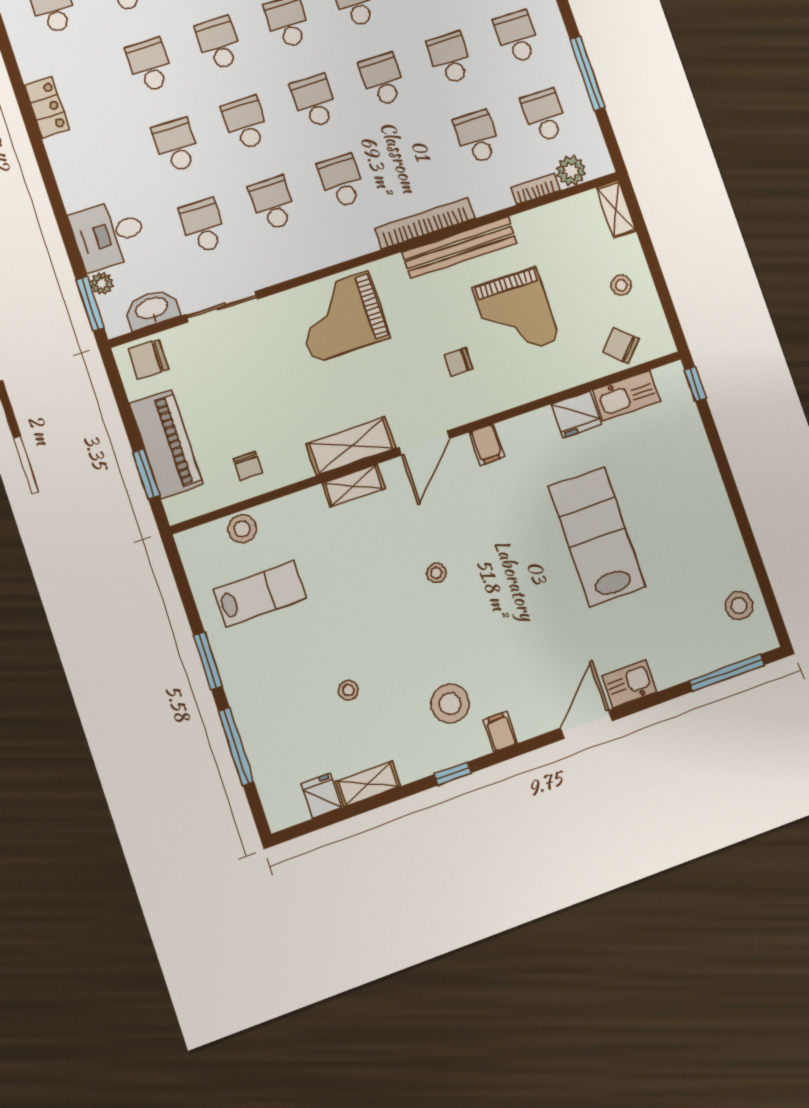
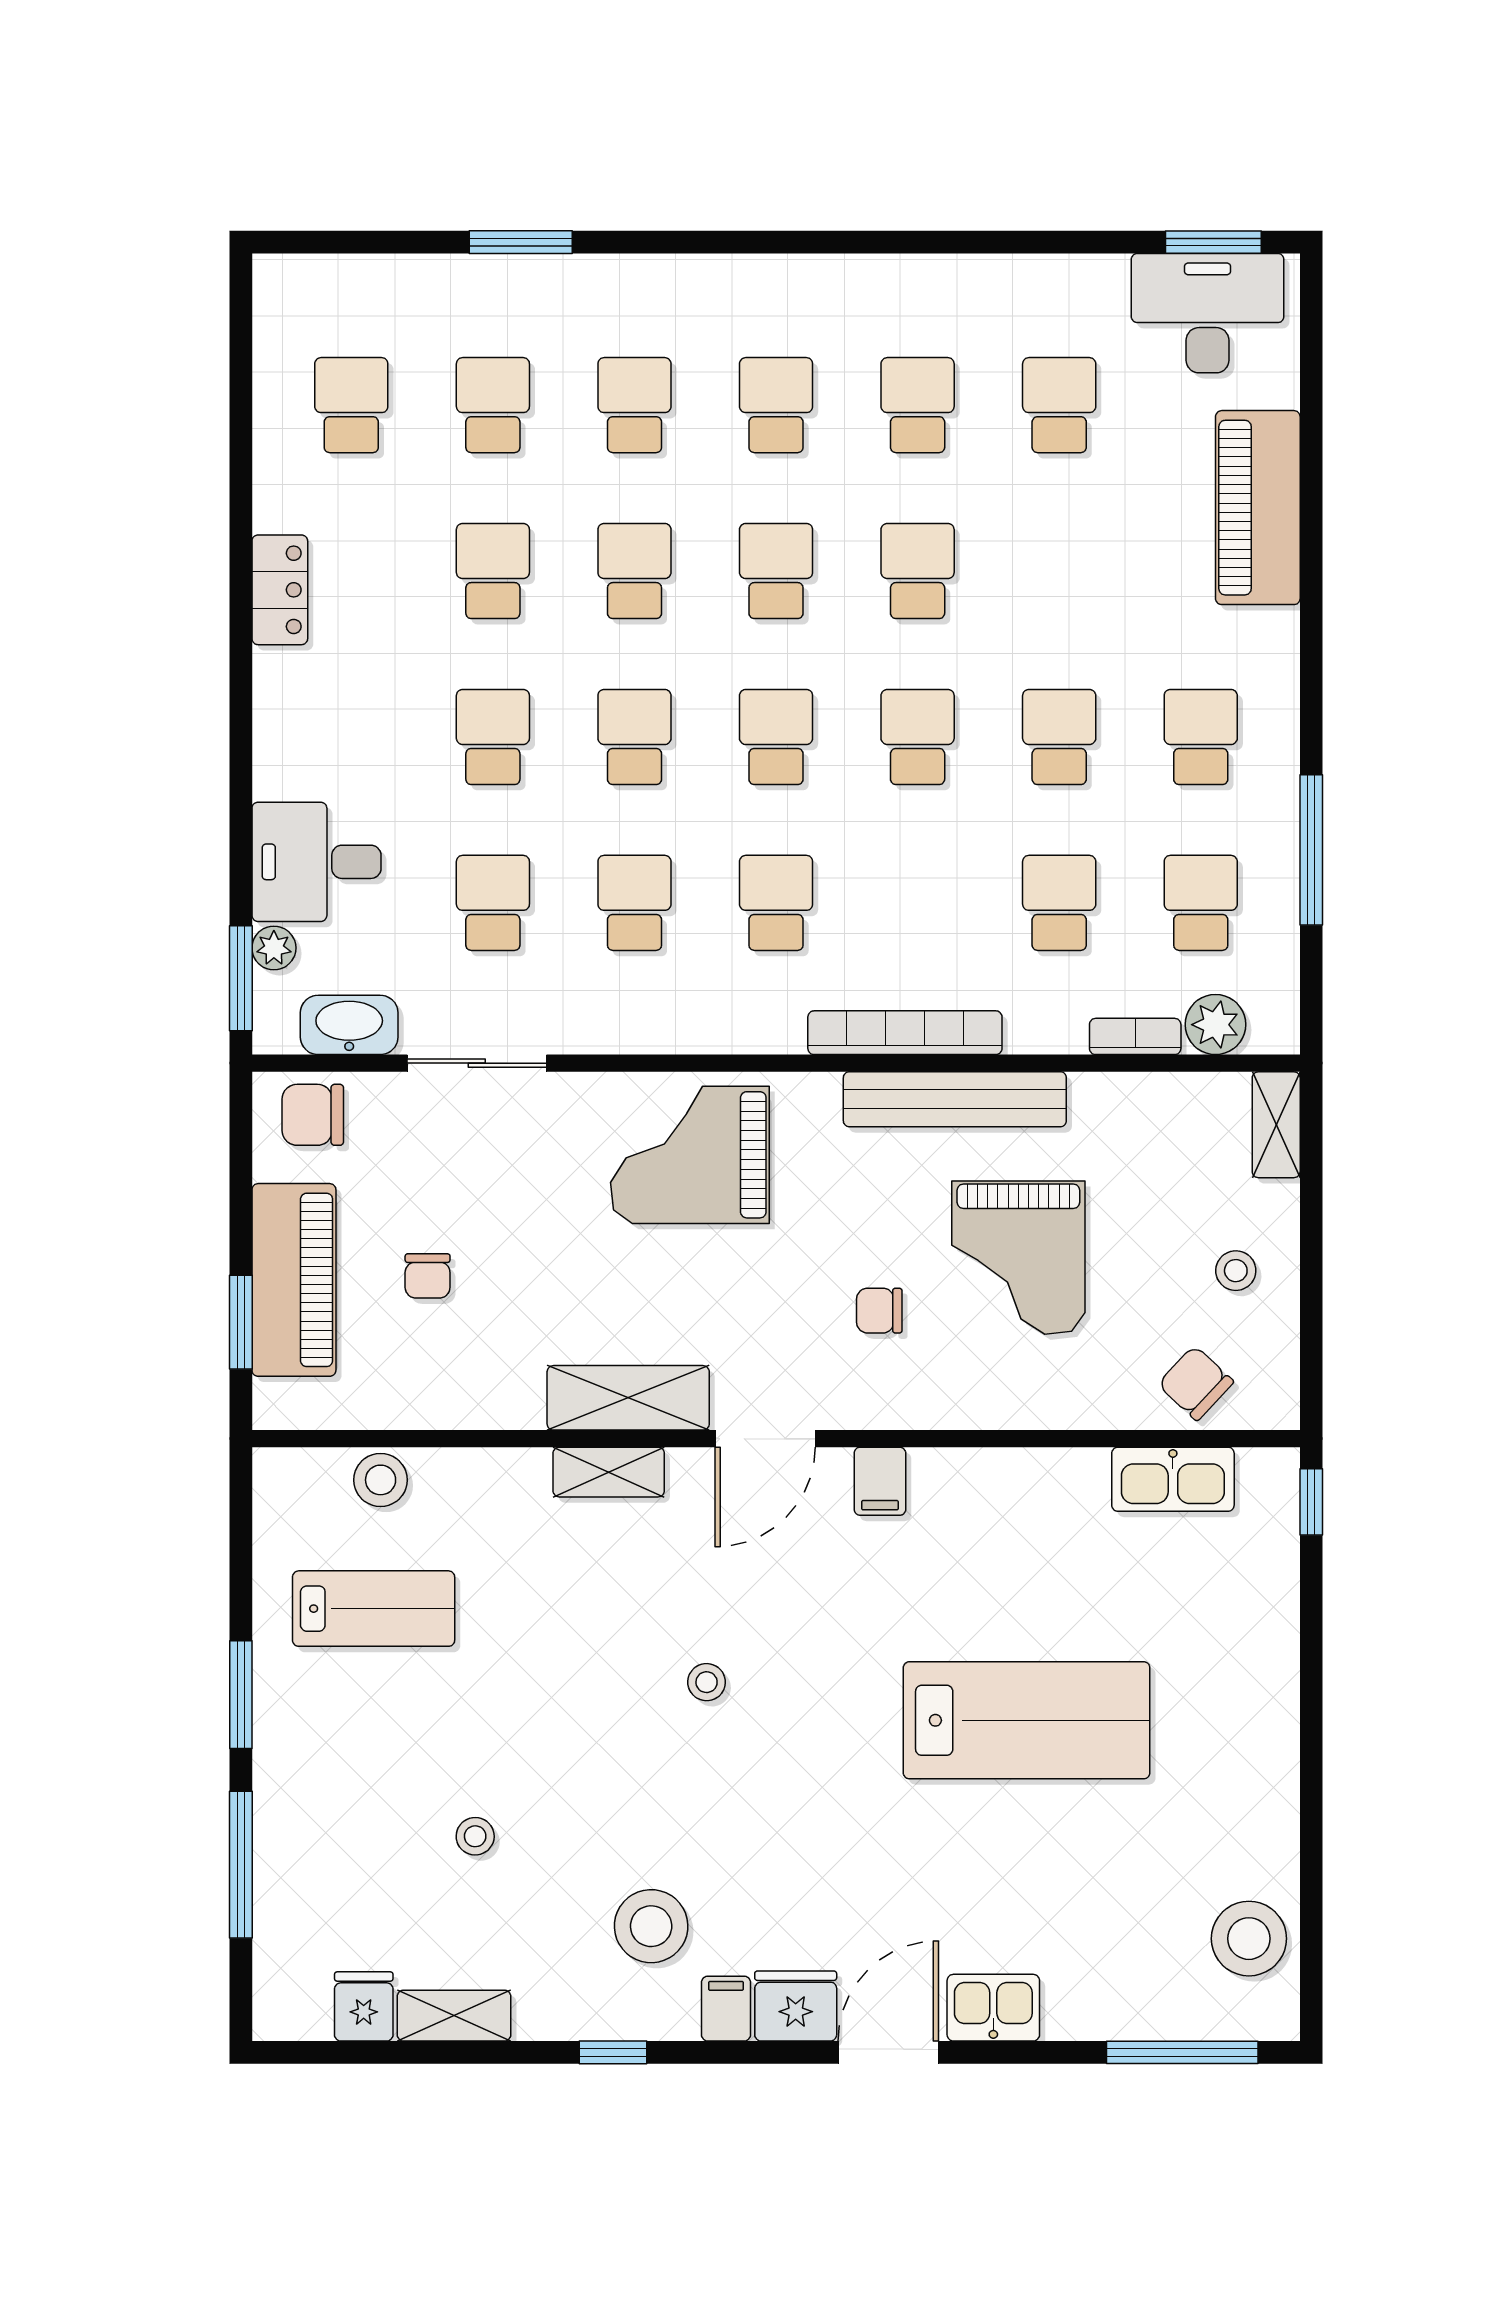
fridge: (576, 414) -> (796, 2006), moved, turned 180
chair: (248, 466) -> (428, 1276), moved
lab bench: (597, 537) -> (1027, 1720), turned 90
stool: (739, 606) -> (1249, 1939), width x1.38, depth x1.38

